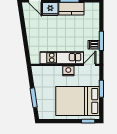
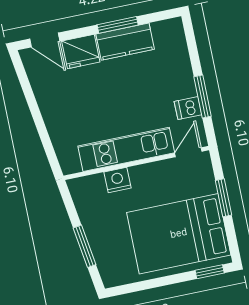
nightstand: (68, 71) -> (118, 180), moved

